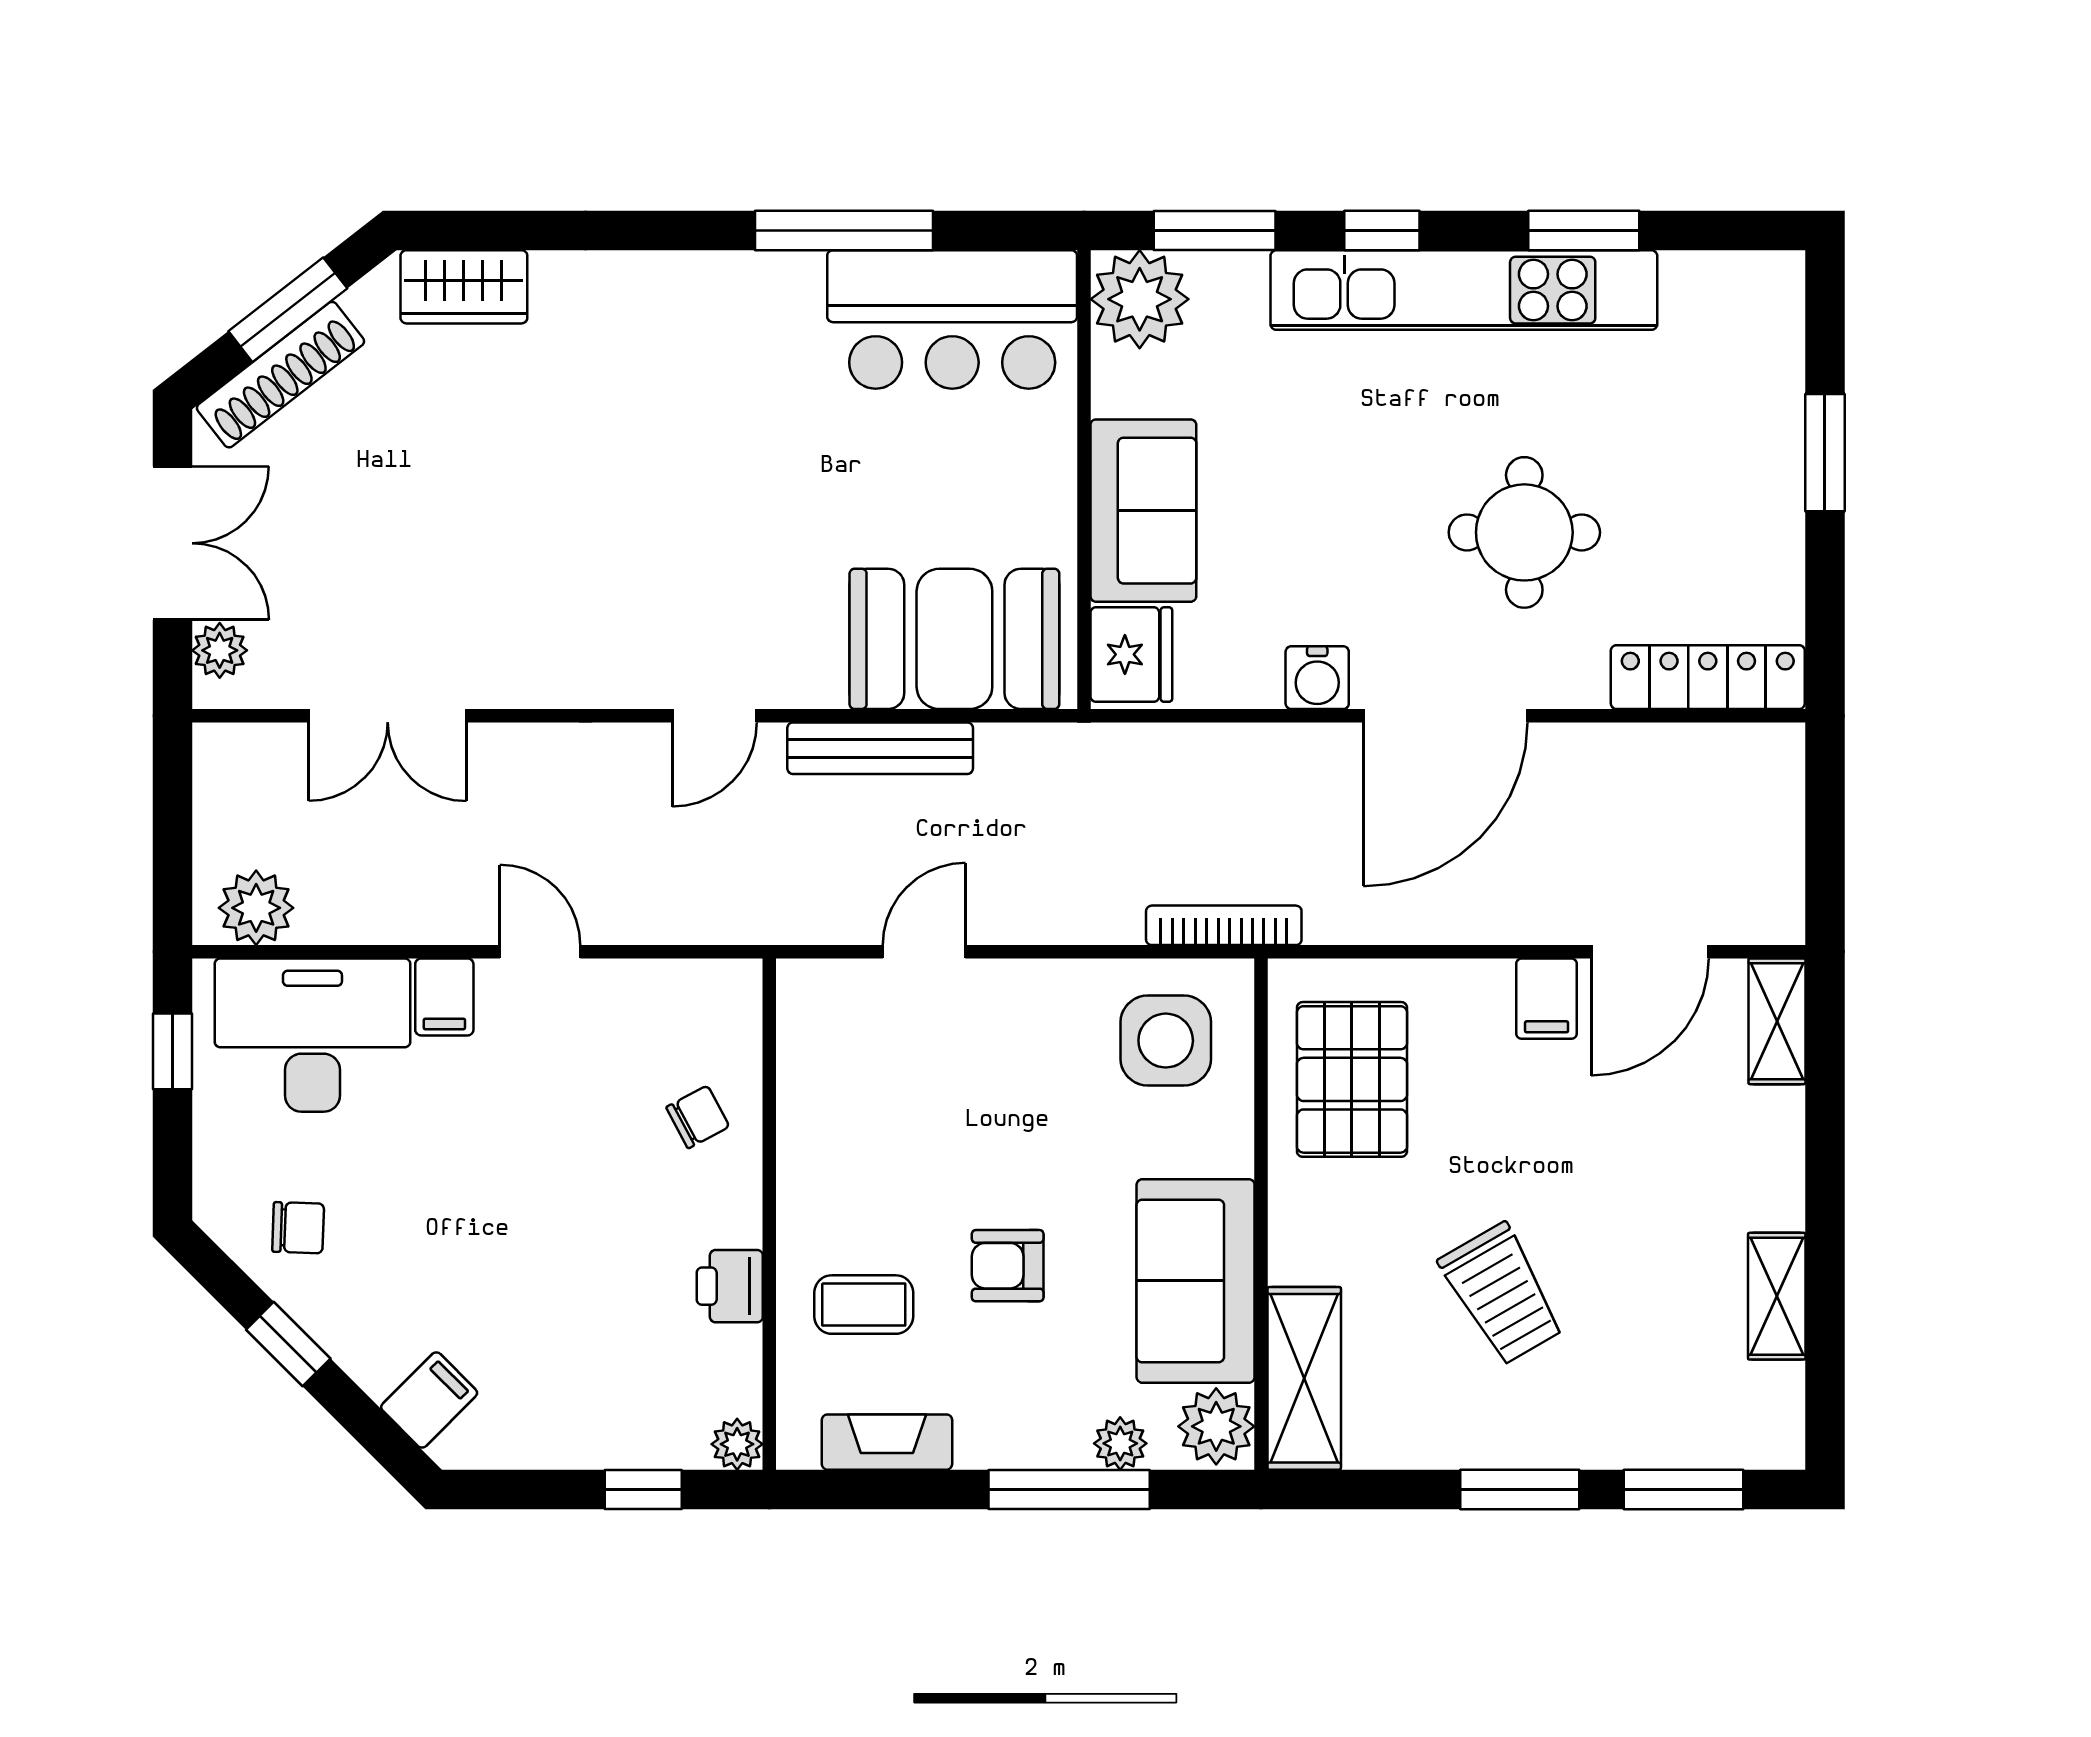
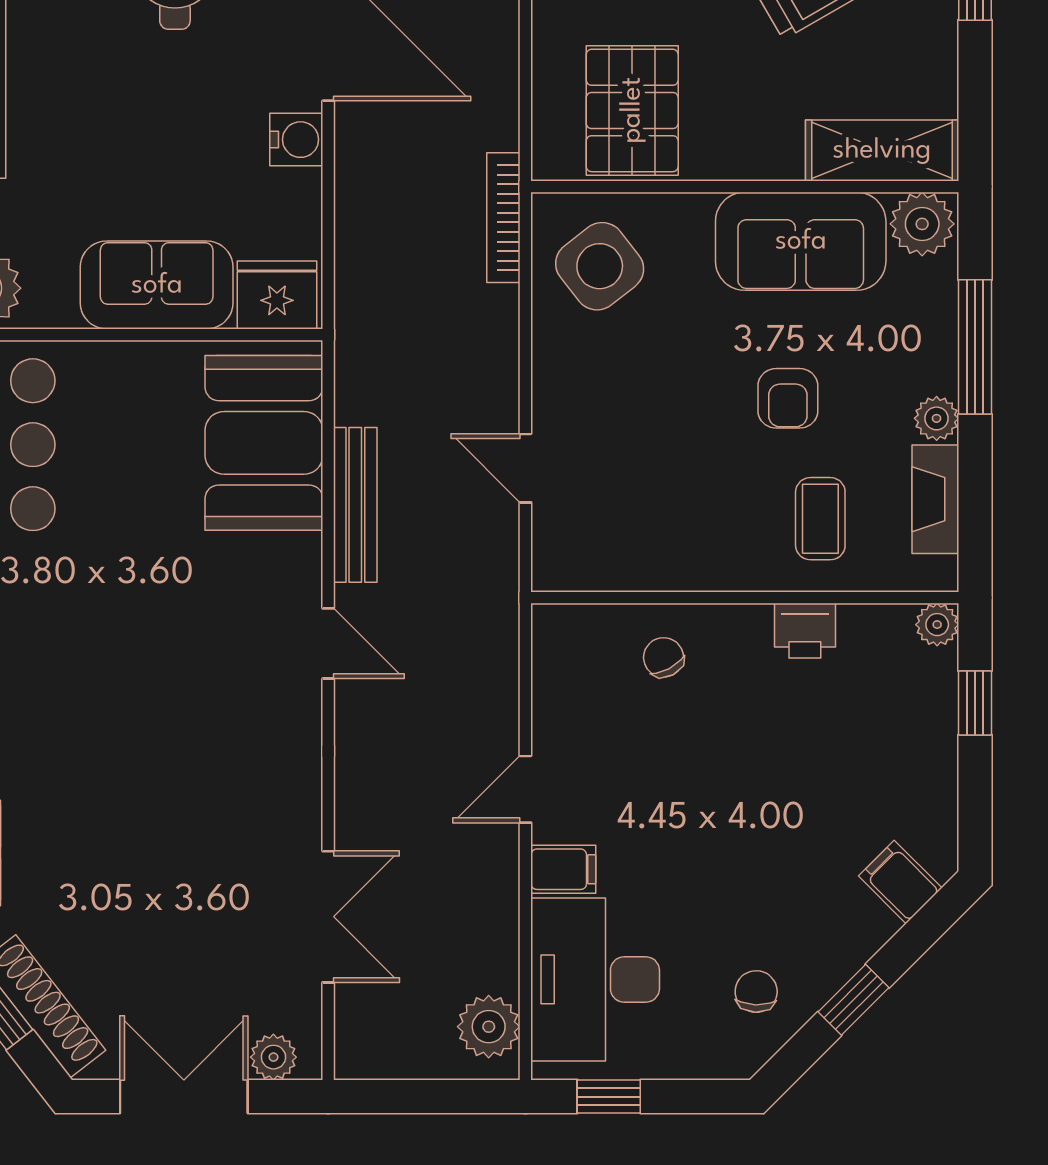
side table: (1166, 1041) -> (600, 266), turned -38
pallet: (1352, 1079) -> (632, 110), turned 90
plant: (1120, 1443) -> (937, 418), moved

